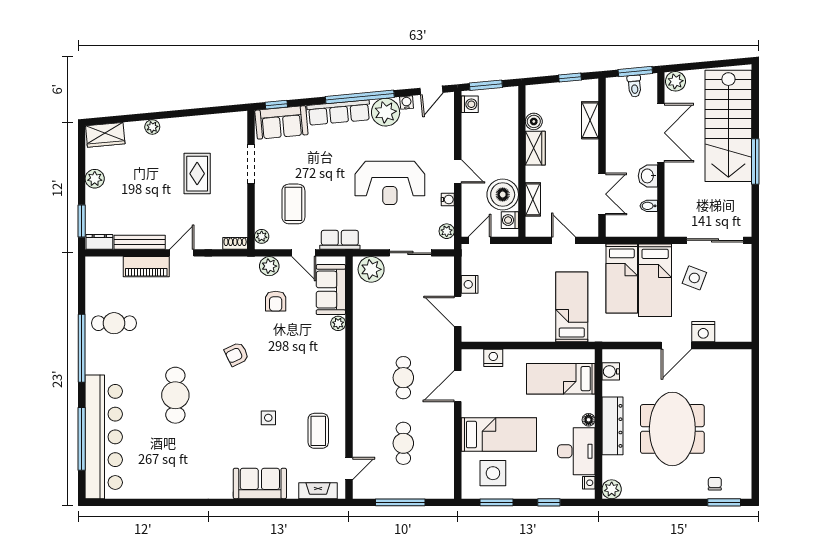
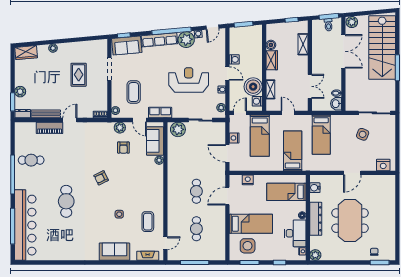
washing machine: (470, 104) -> (234, 59), moved
washbasin: (648, 176) -> (336, 104), moved
plant: (95, 179) -> (20, 92), moved
reception desk: (390, 183) -> (189, 80), turned 180
bed: (655, 280) -> (260, 136), moved
nightstand: (703, 332) -> (383, 165), moved

